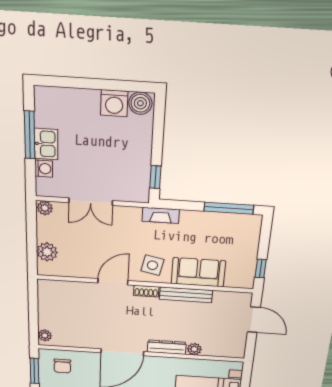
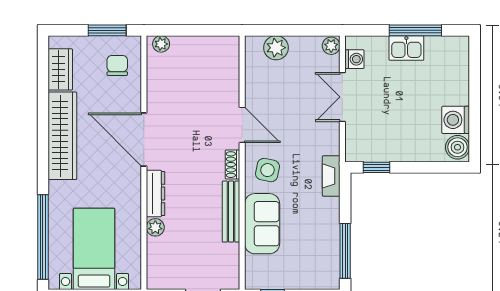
washing machine: (44, 169) -> (354, 59), moved, turned -90
chair: (62, 366) -> (117, 65), turned 90

